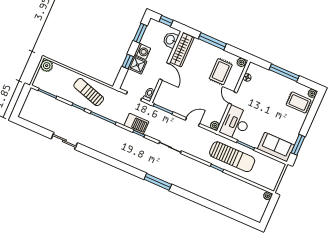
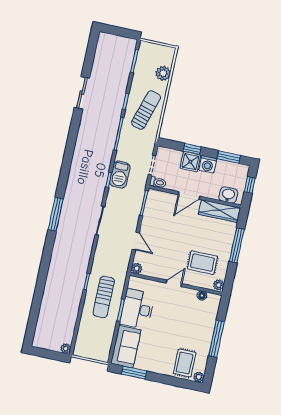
plant: (47, 66) -> (163, 73), moved
desk: (236, 123) -> (137, 309), moved, turned -90
sun lounger: (232, 157) -> (104, 297), width x0.73, depth x0.75

